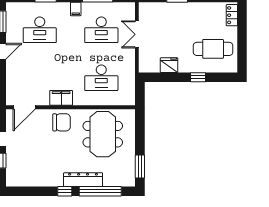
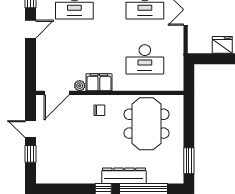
plant: (44, 101) -> (80, 86), added
chair: (62, 122) -> (99, 110), width x0.54, depth x0.54

